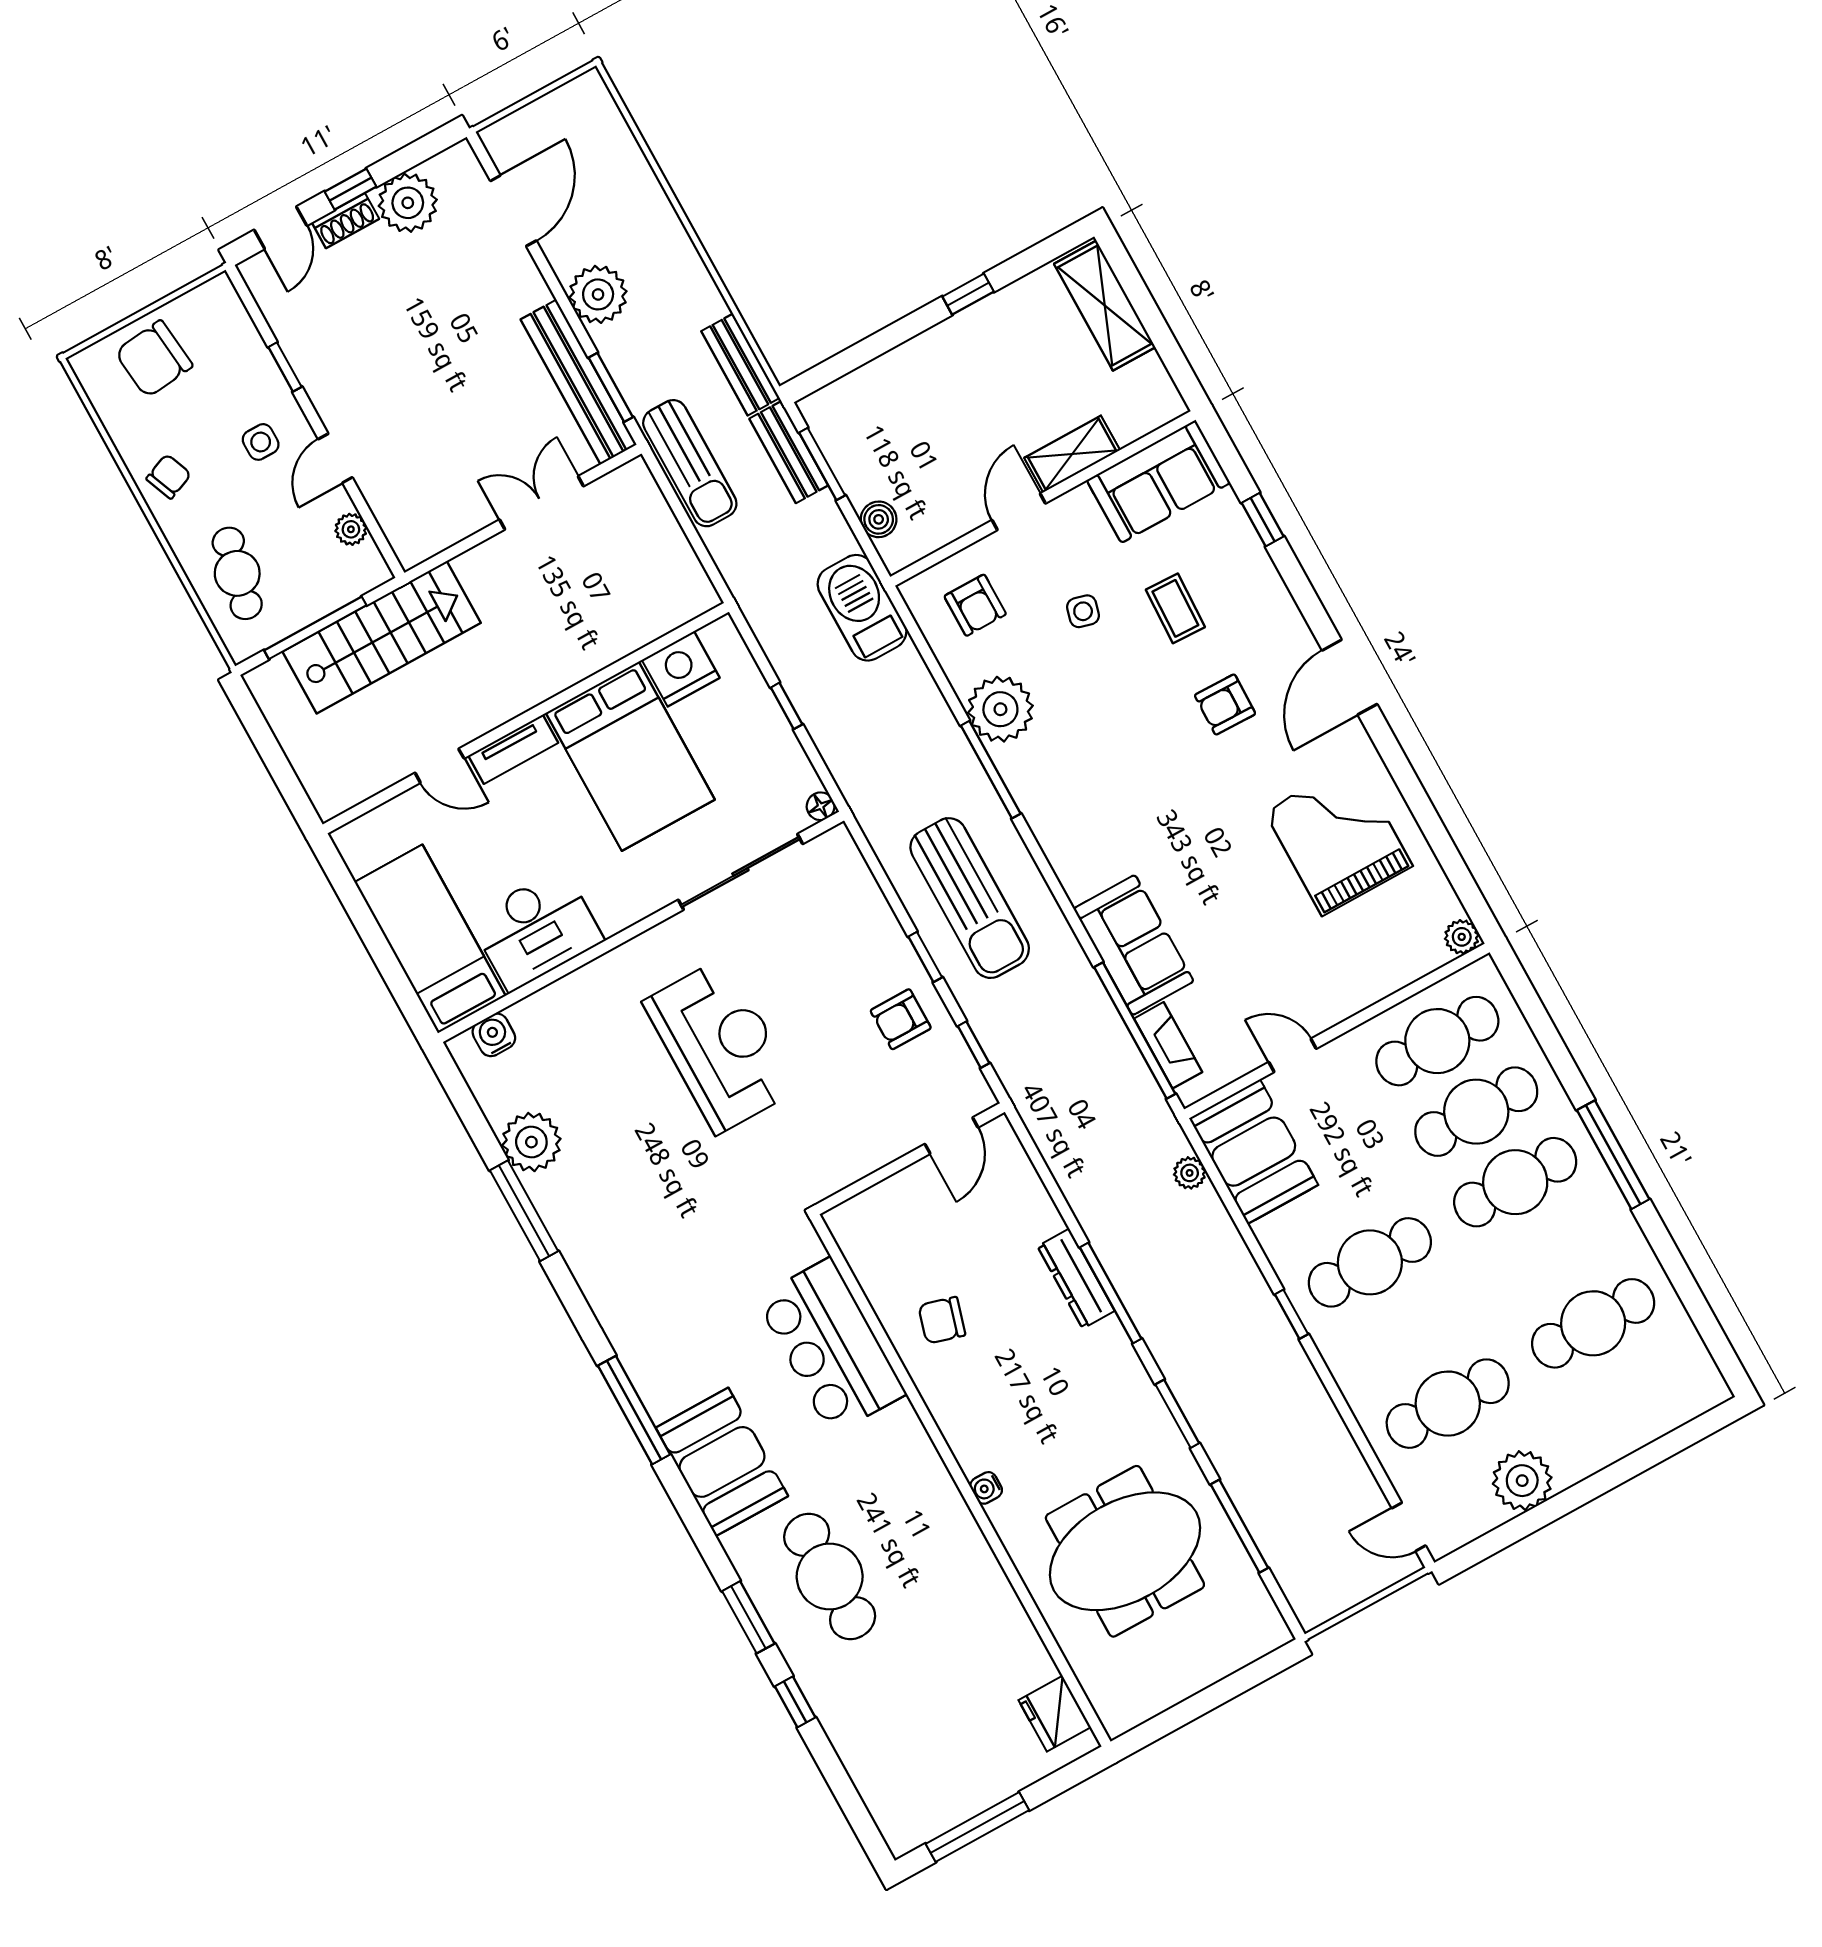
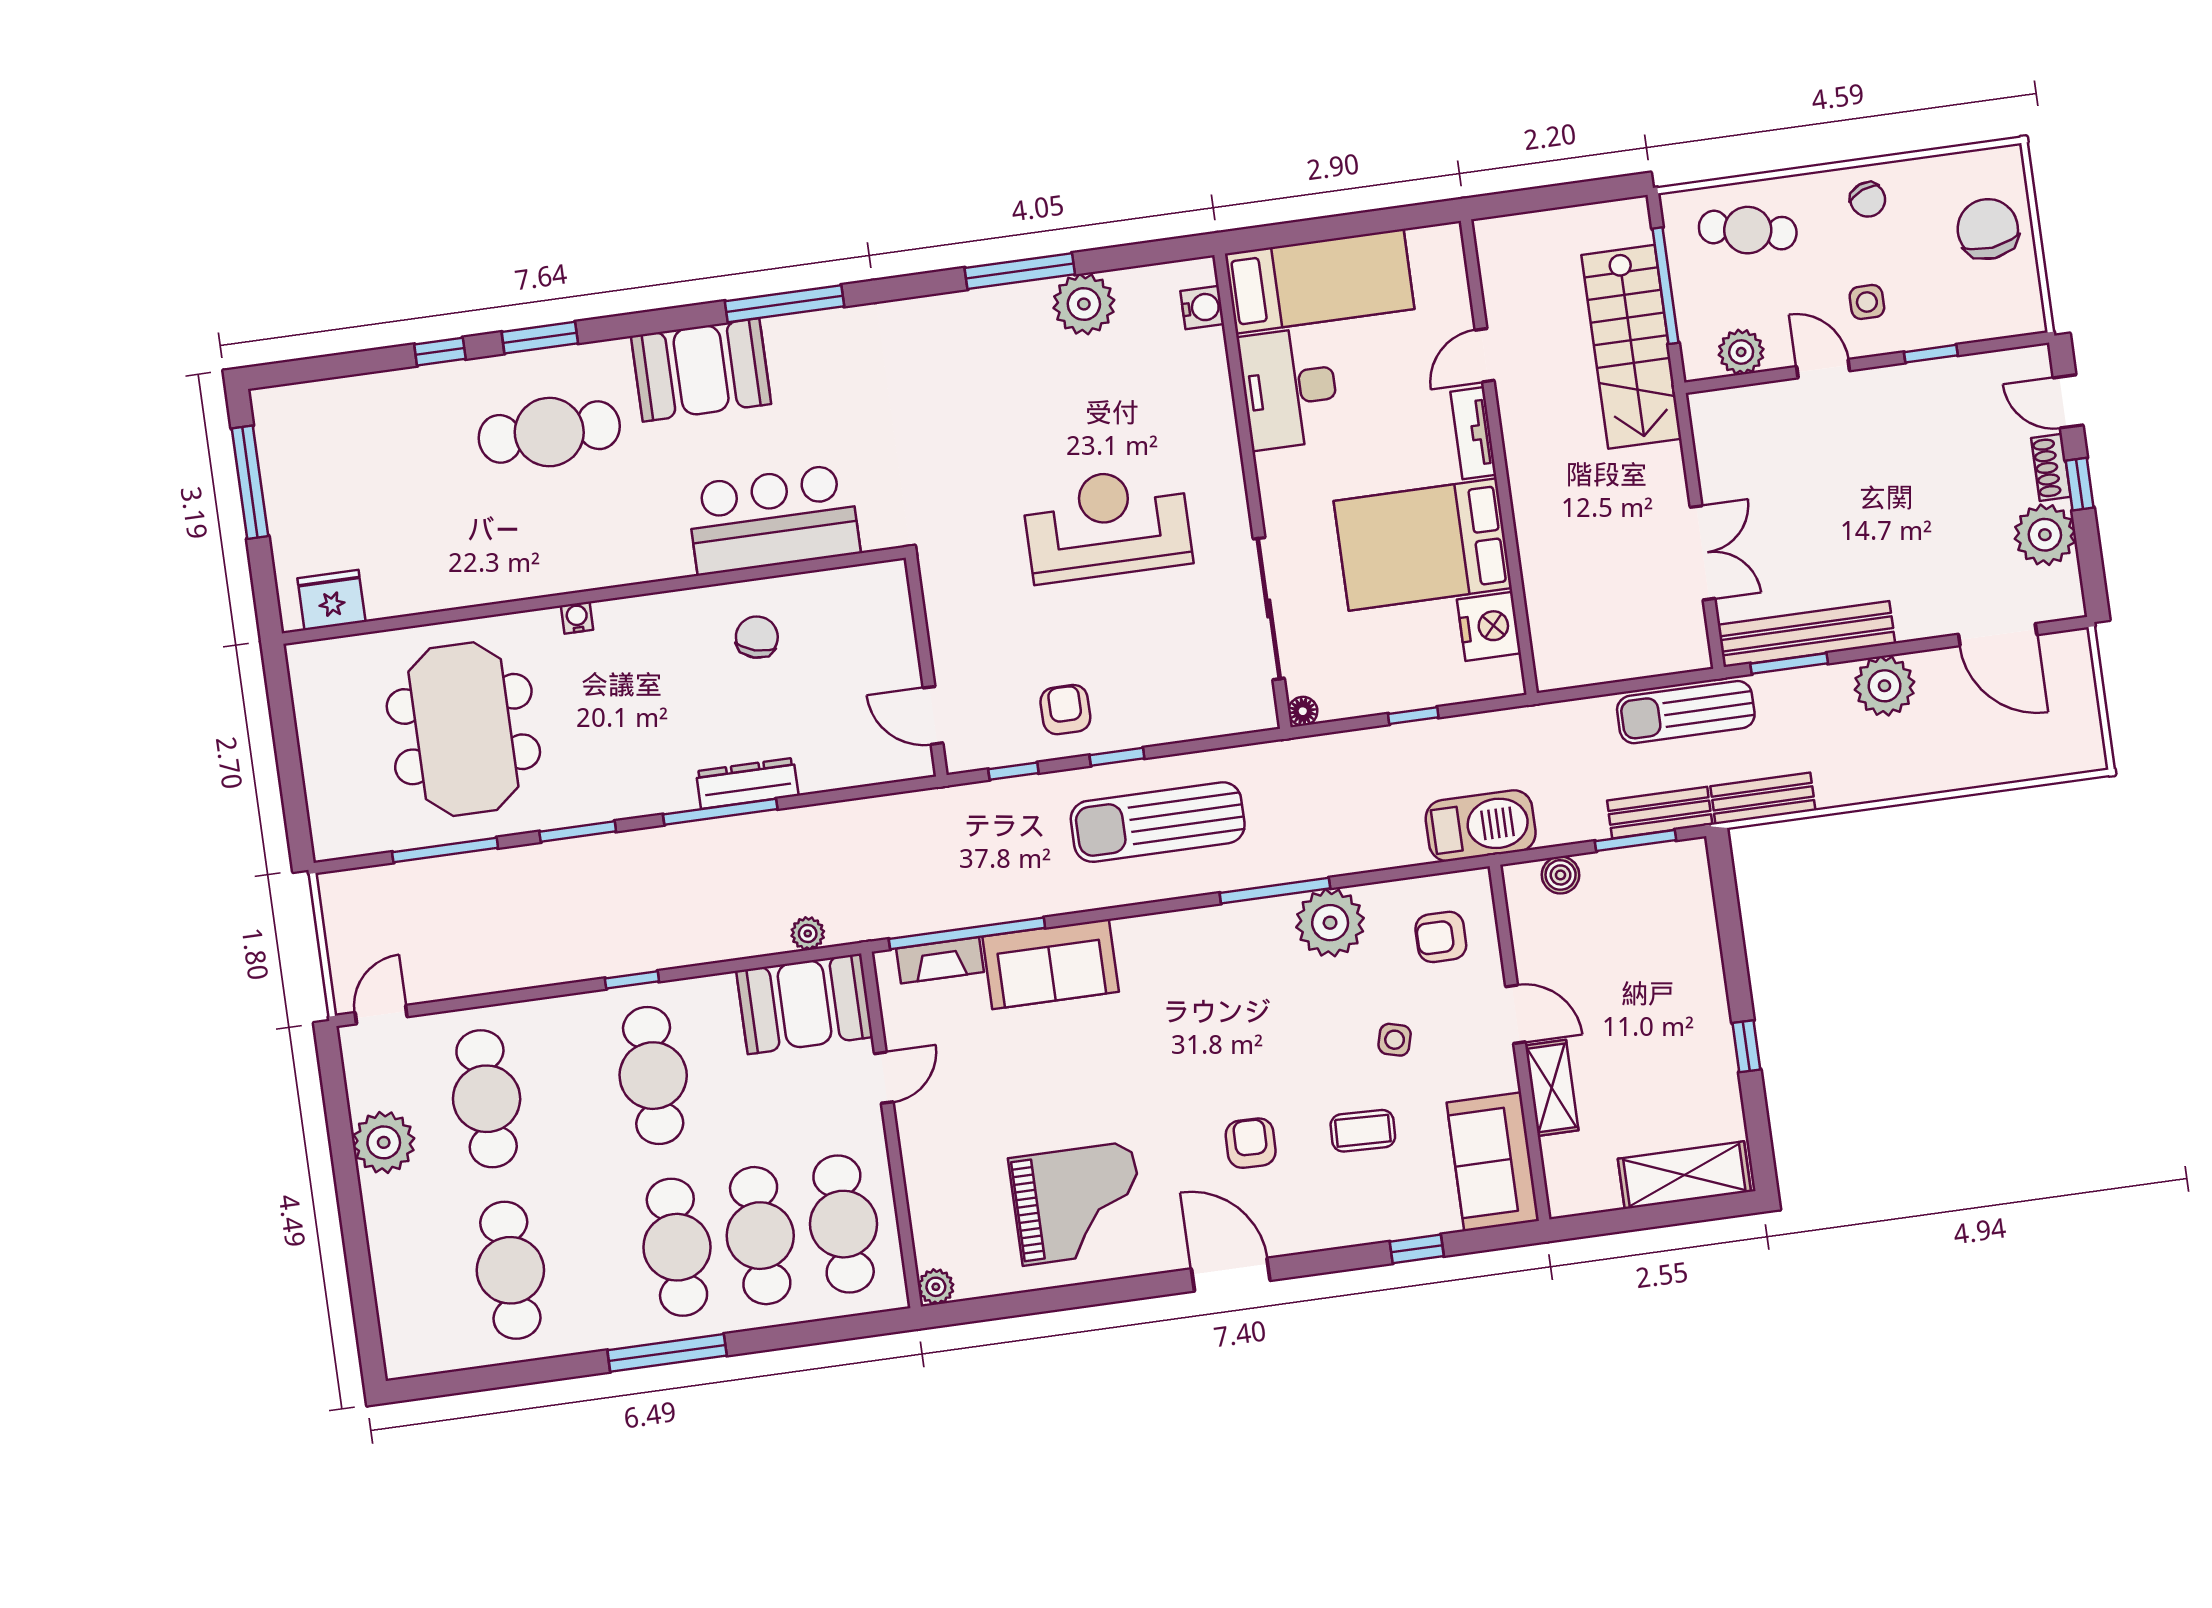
plant: (351, 529) -> (1741, 352), width x1.38, depth x1.38
reception desk: (721, 1046) -> (1107, 524), turned 180

